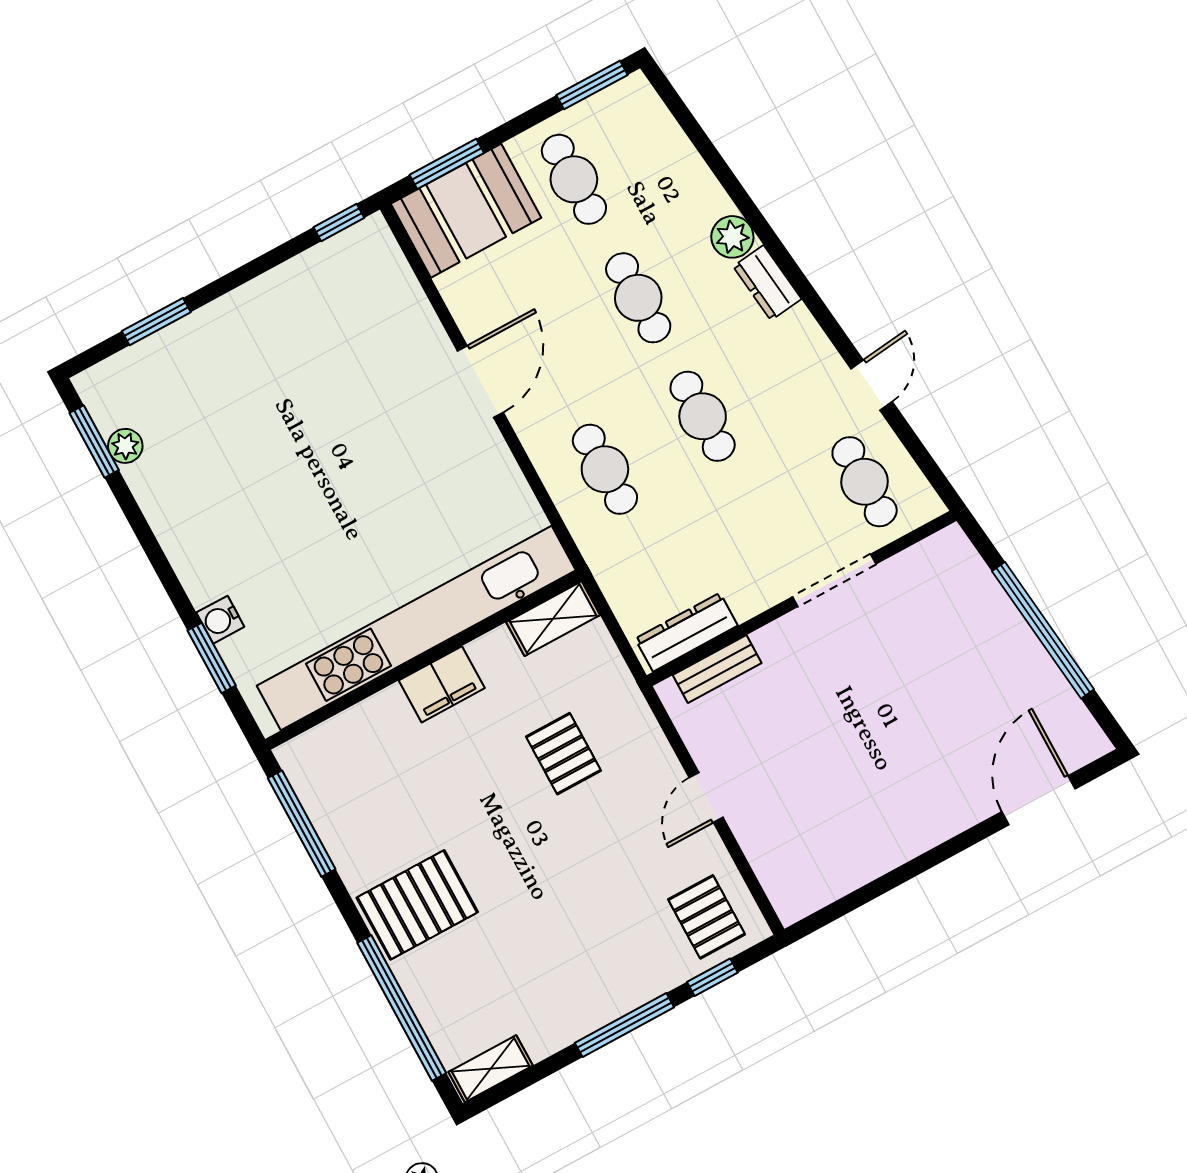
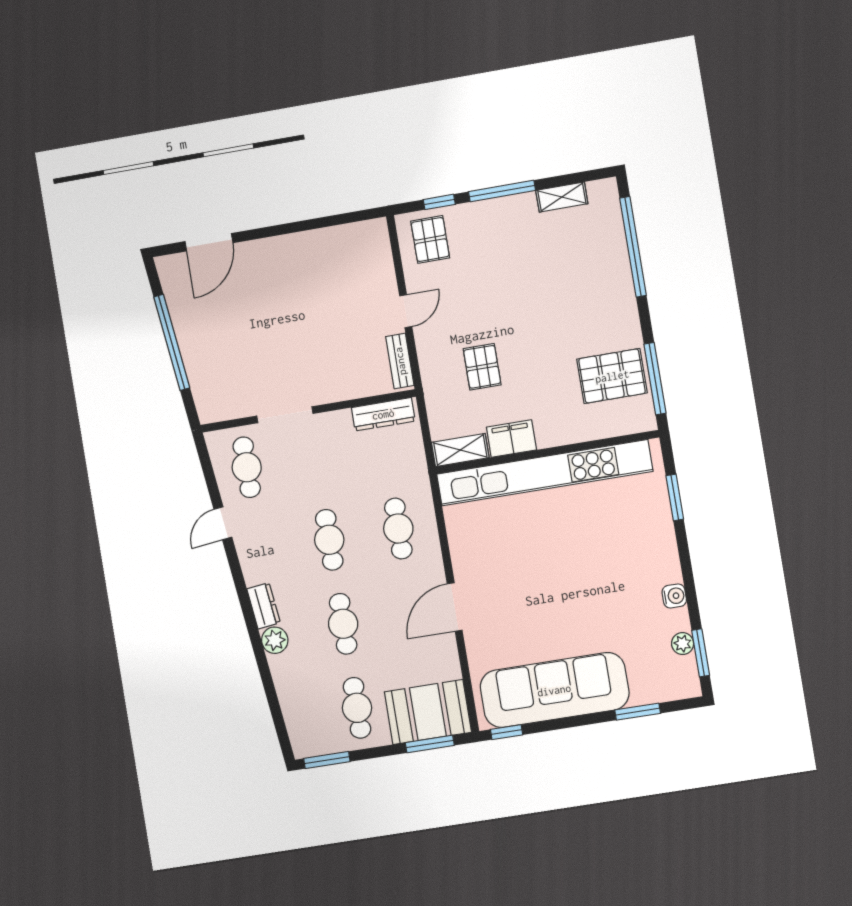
sofa: (290, 310) -> (554, 690), added
water cooler: (220, 620) -> (674, 596), moved
bench: (717, 669) -> (400, 361), moved, turned 90
filing cabinet: (442, 684) -> (511, 439), moved
pallet: (417, 905) -> (612, 376), moved
shelving: (491, 1069) -> (562, 197), moved

